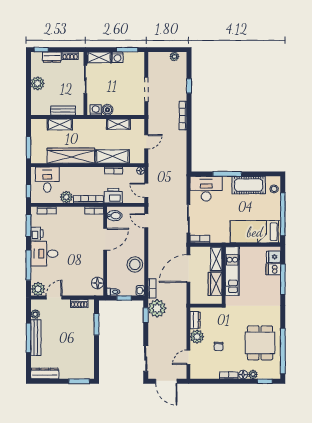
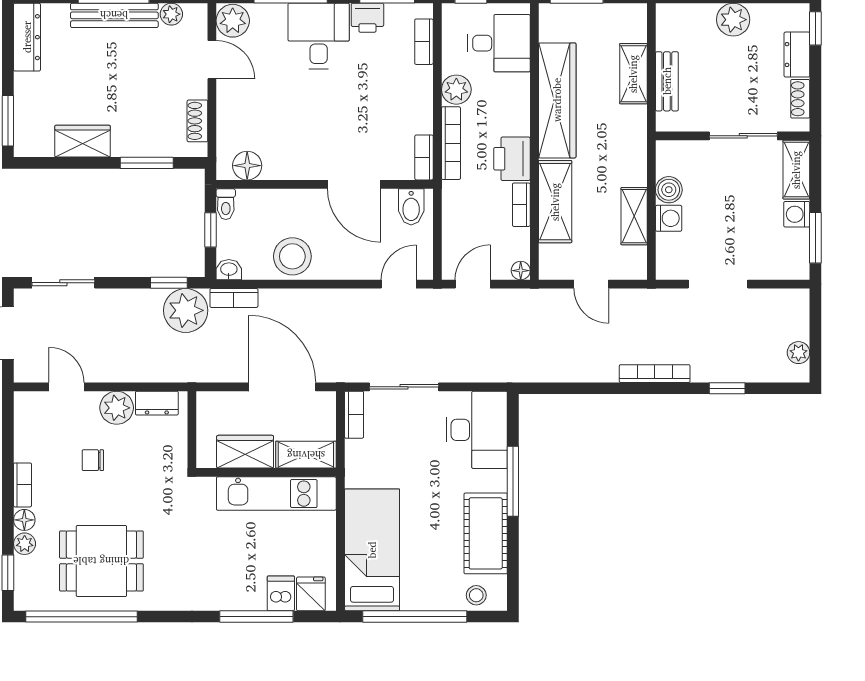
washing machine: (96, 110) -> (669, 218), moved
printer: (113, 196) -> (512, 159), moved, turned 180
wardrobe: (88, 351) -> (83, 141), added

